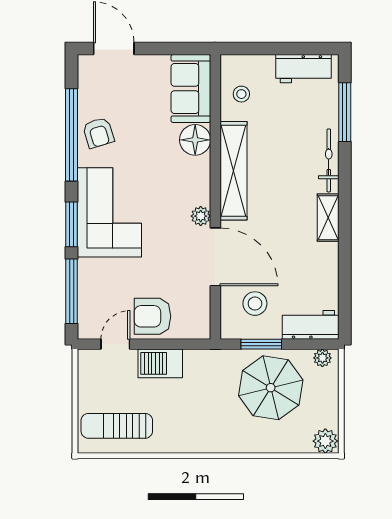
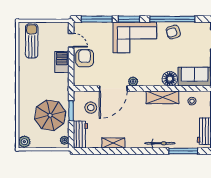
shelving: (233, 171) -> (162, 97), width x0.68
shelving: (328, 218) -> (113, 143), moved

